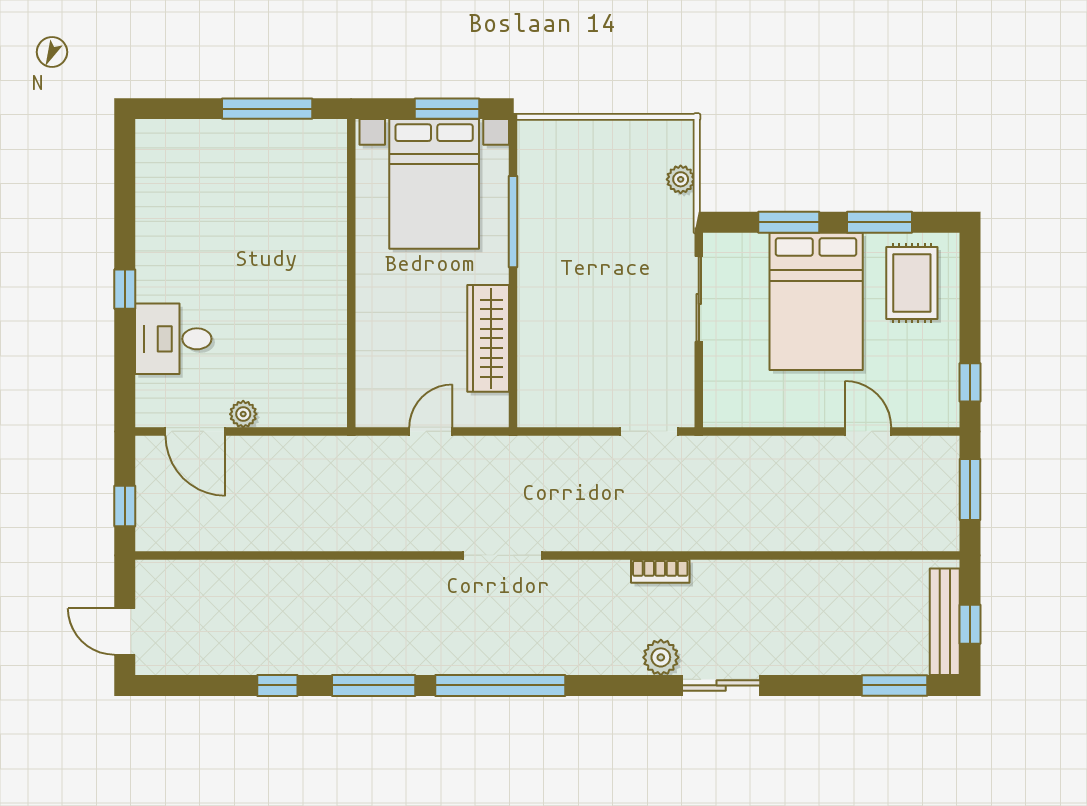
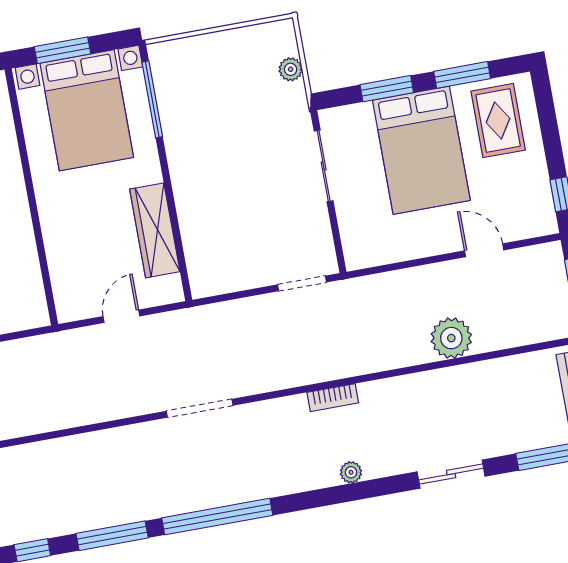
window: (447, 109) -> (63, 50), moved
window: (513, 222) -> (152, 99), moved
plant: (811, 527) -> (451, 338), added
plant: (661, 657) -> (351, 472), width x0.73, depth x0.73
sliding door: (721, 685) -> (451, 474), moved

